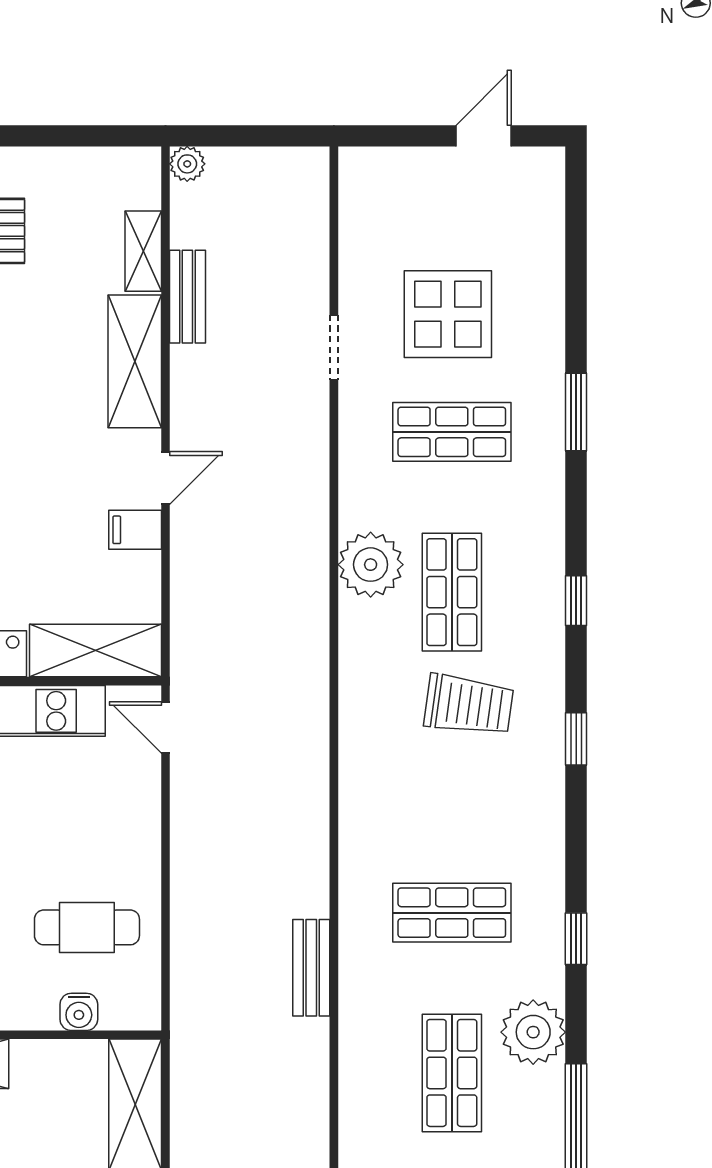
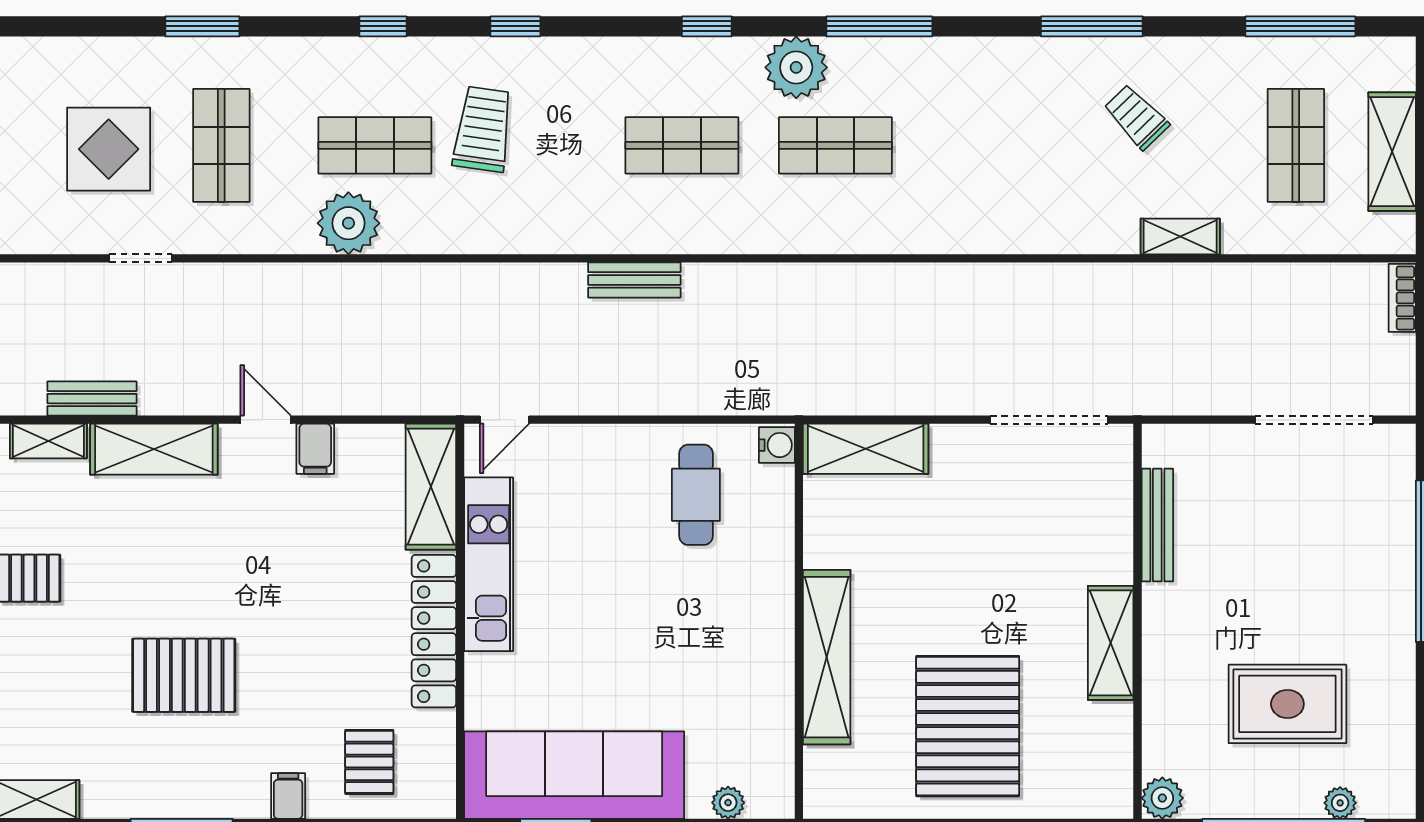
shop shelf: (452, 913) -> (682, 145), turned 90
bench: (311, 968) -> (634, 280), moved
water cooler: (79, 1012) -> (777, 445), moved

